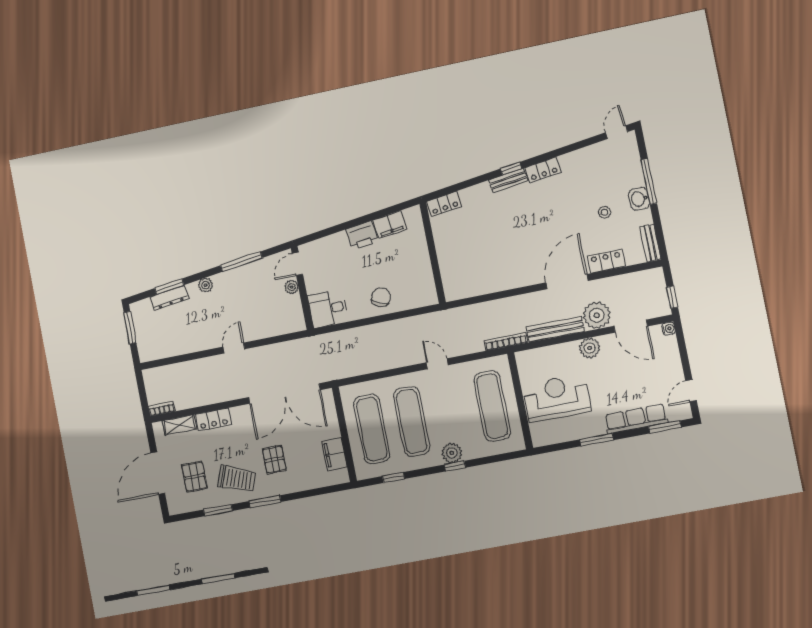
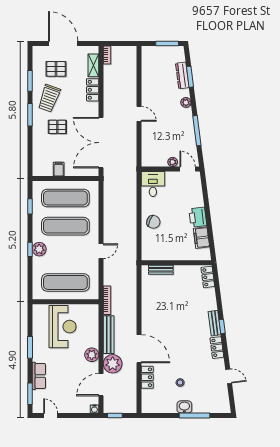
door: (617, 132) -> (229, 376), moved
bench: (650, 243) -> (161, 270), moved
row of seats: (636, 419) -> (39, 376), width x0.68
filing cabinet: (334, 454) -> (59, 169), width x0.50

